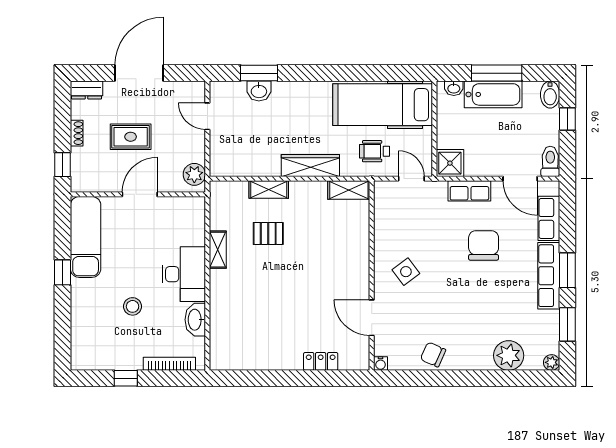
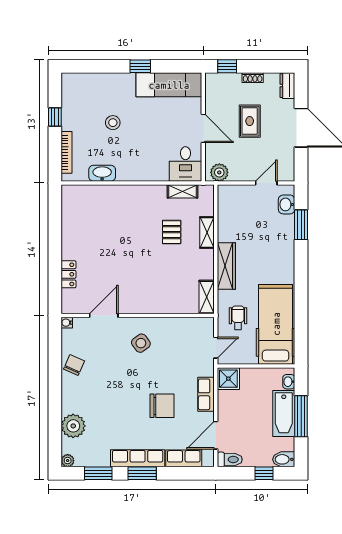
washbasin: (259, 91) -> (287, 204), moved
shelving: (218, 250) -> (182, 191), moved
desk: (184, 274) -> (185, 164), moved, width x0.73

